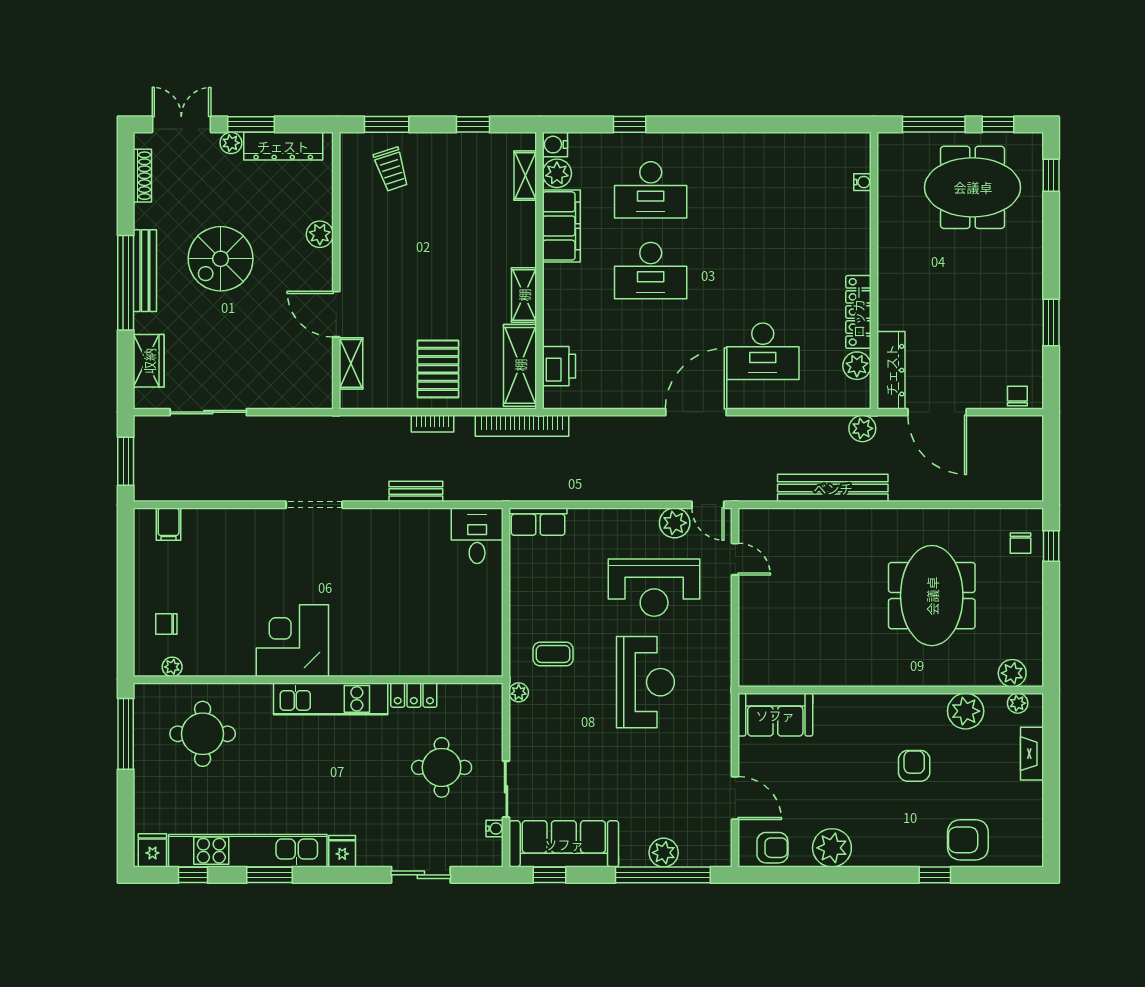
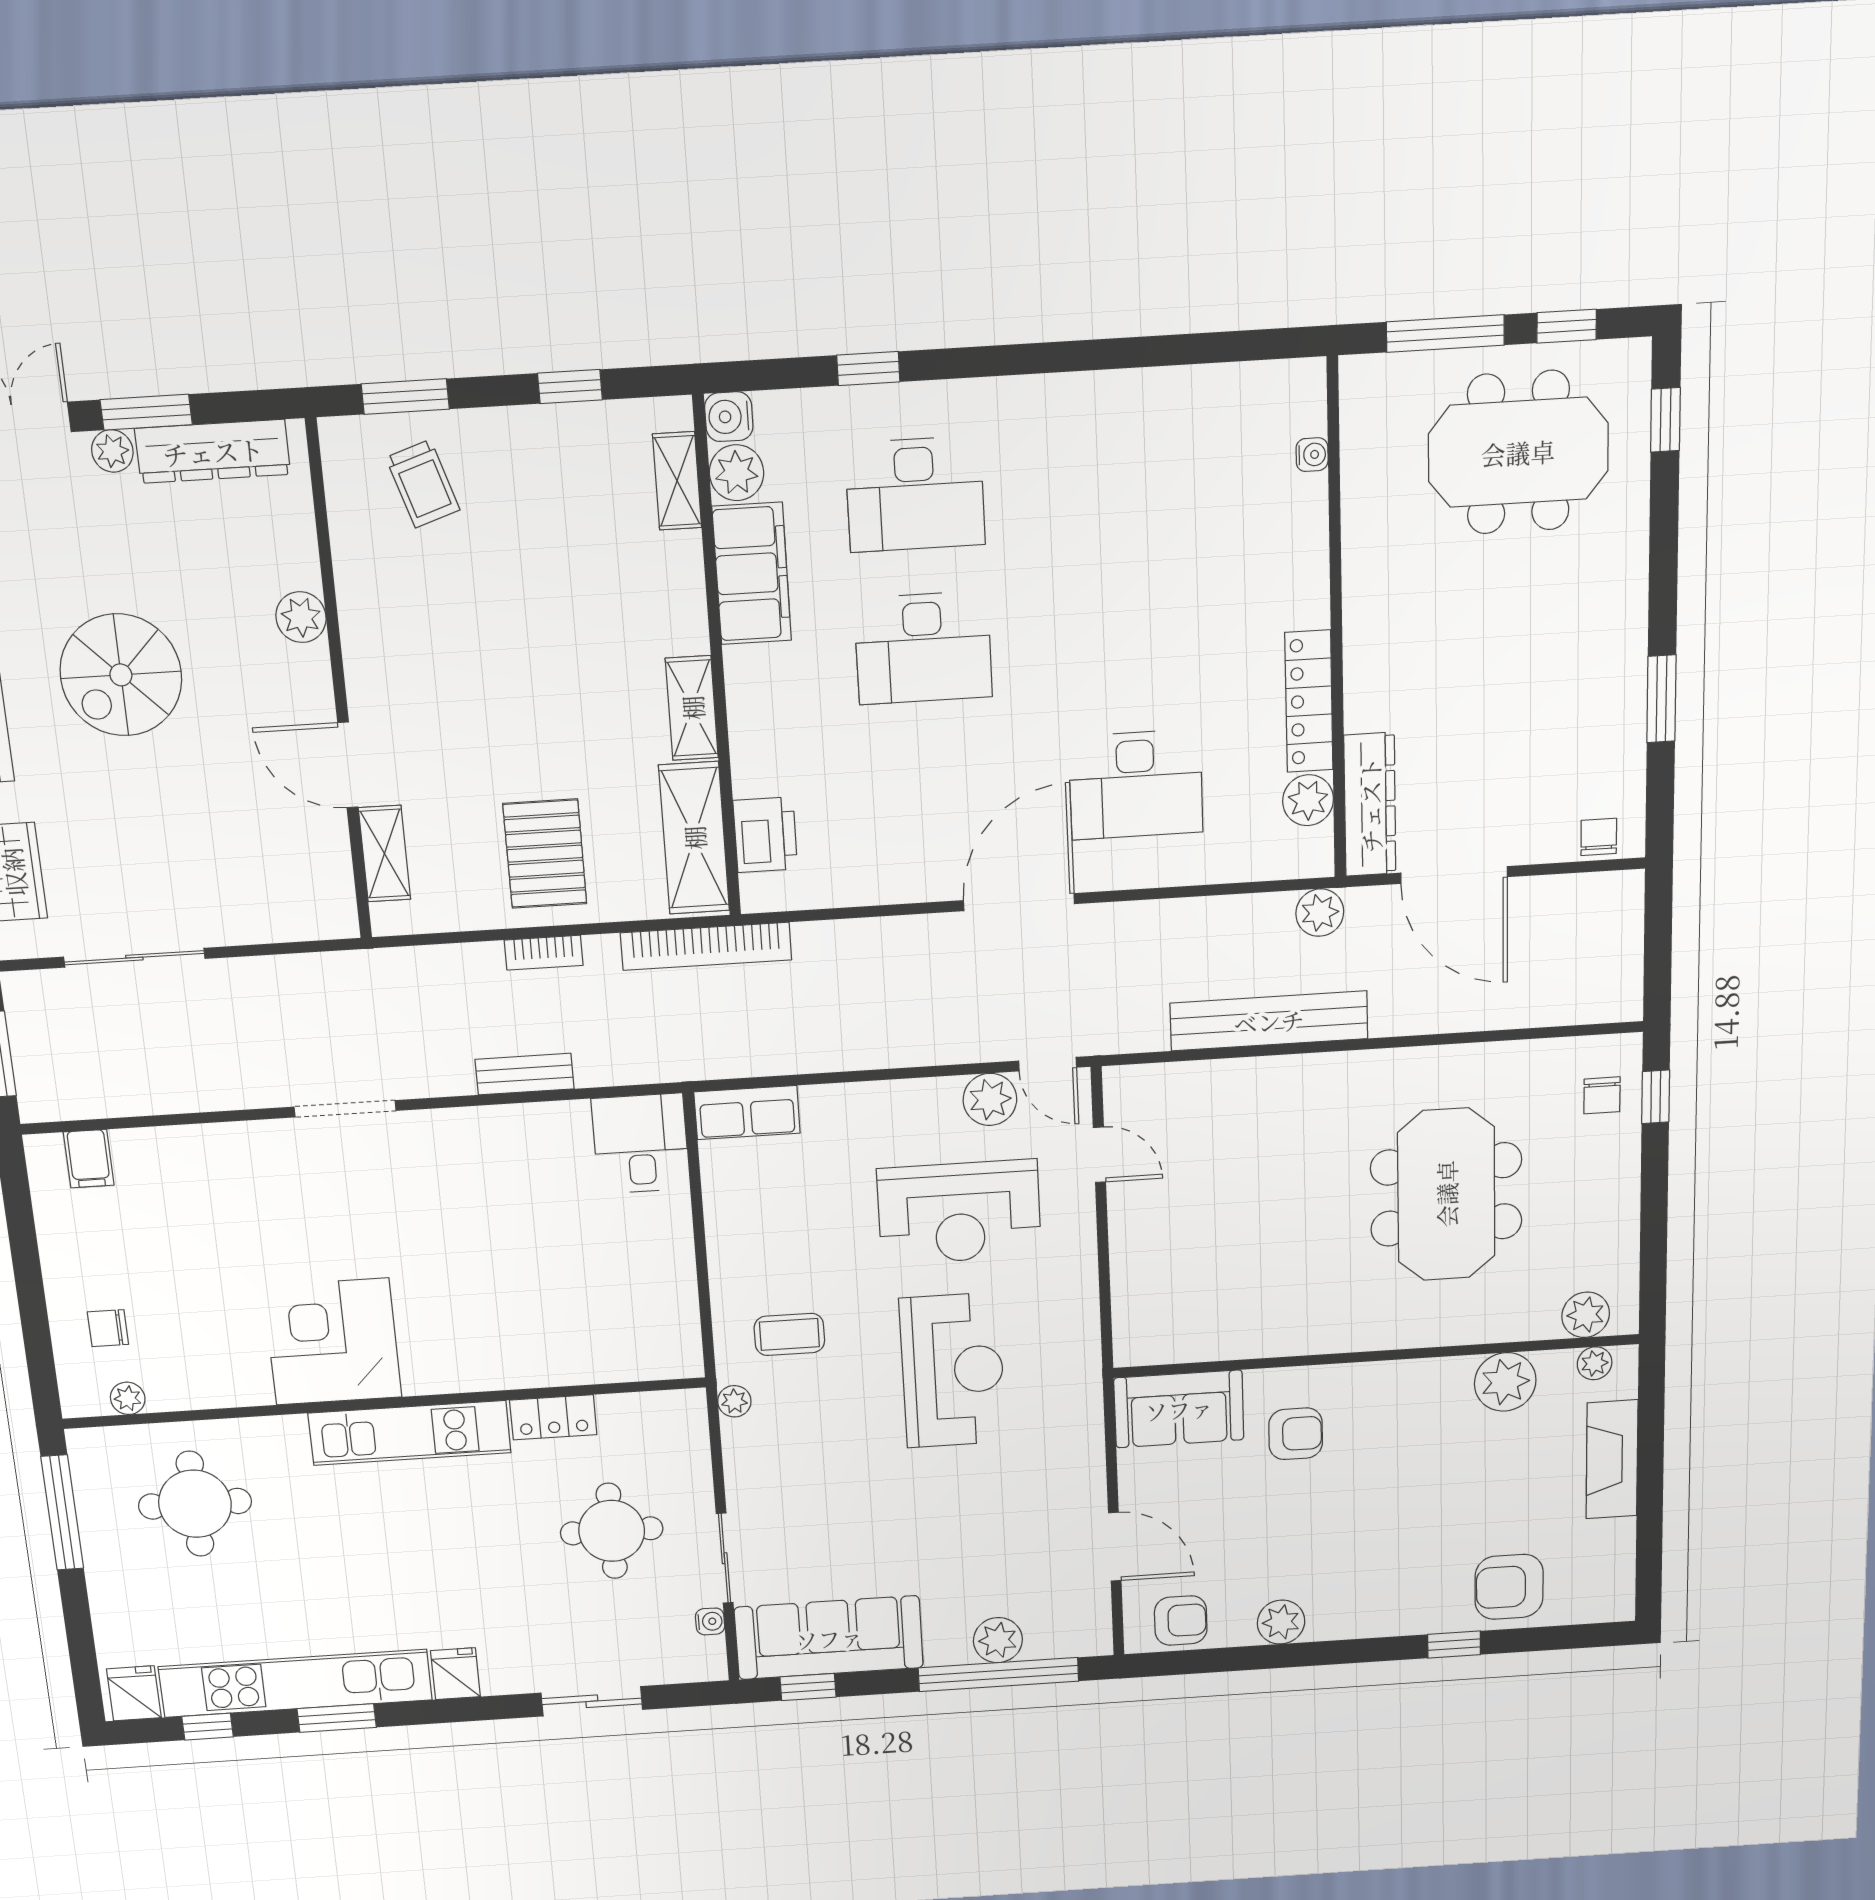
fireplace: (1032, 754) -> (1612, 1459), width x1.37, depth x1.32
armchair: (914, 766) -> (1296, 1434), moved, turned 90
plant: (832, 848) -> (1281, 1622), width x0.73, depth x0.73

